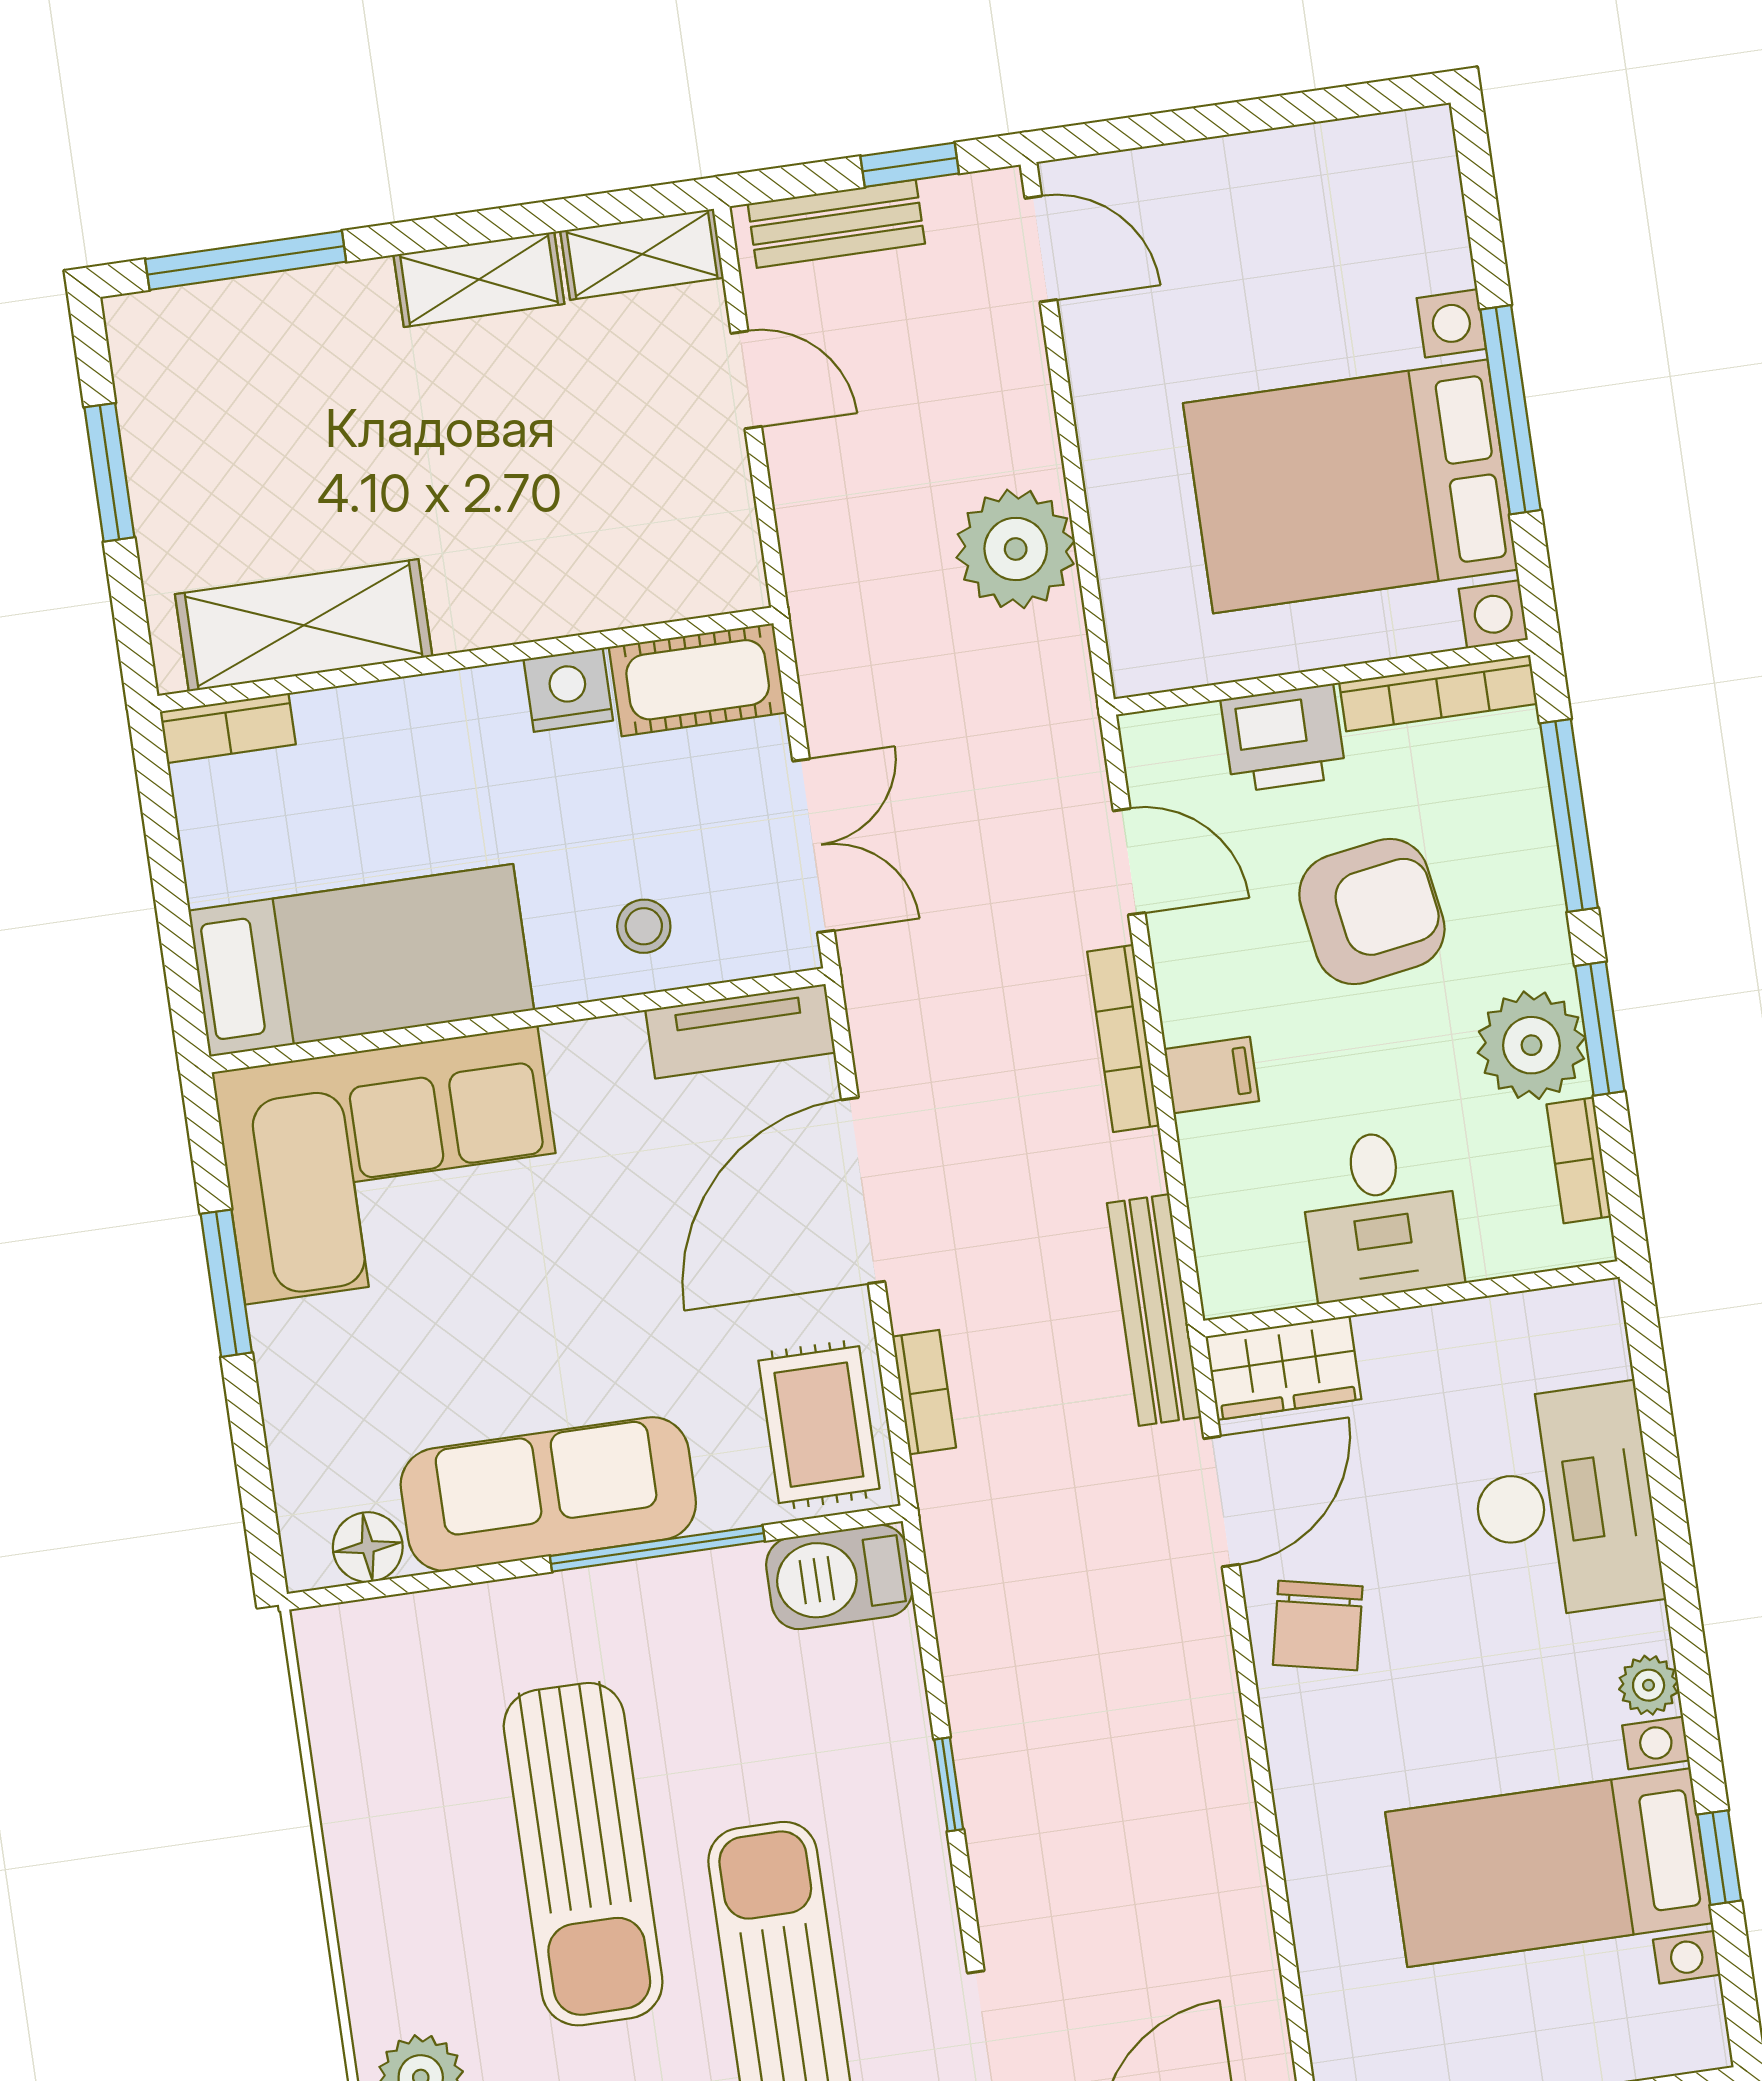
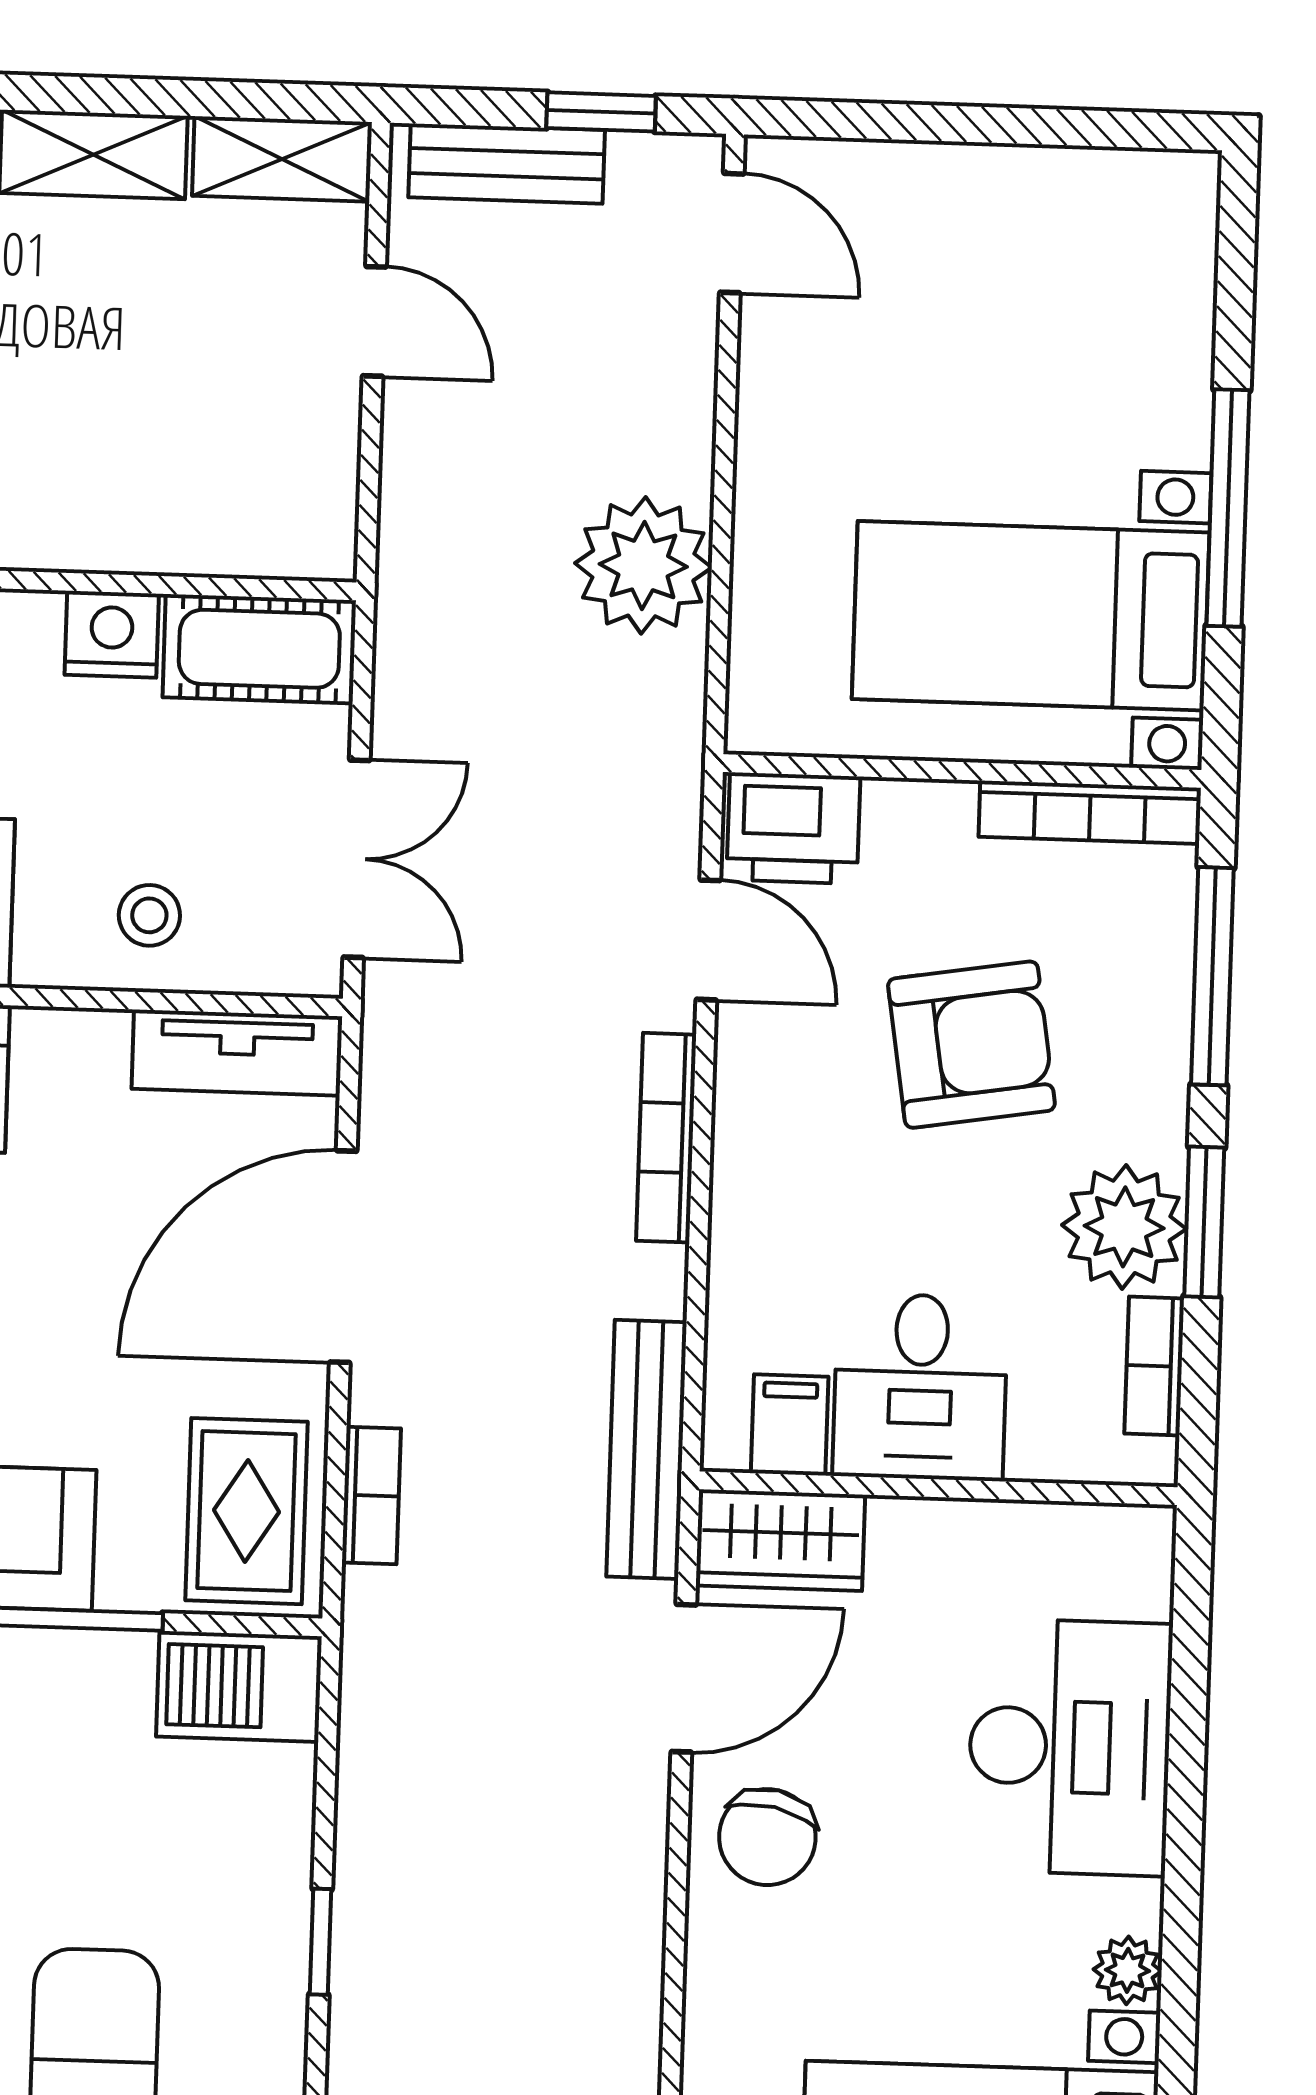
bed with nightstands: (1350, 486) -> (1031, 616), width x0.73
printer: (1283, 738) -> (793, 828), moved
filing cabinet: (1212, 1075) -> (790, 1425), moved, turned -90

